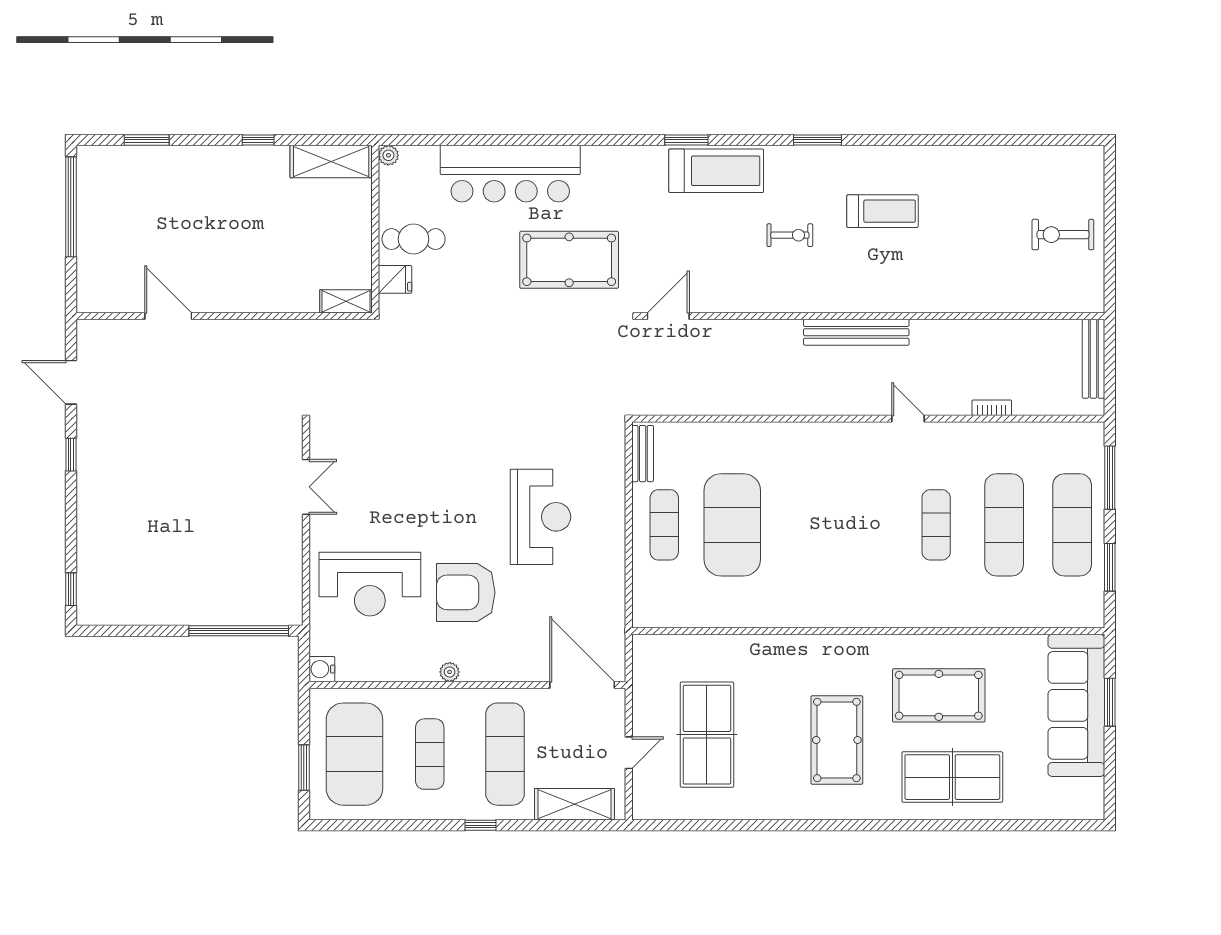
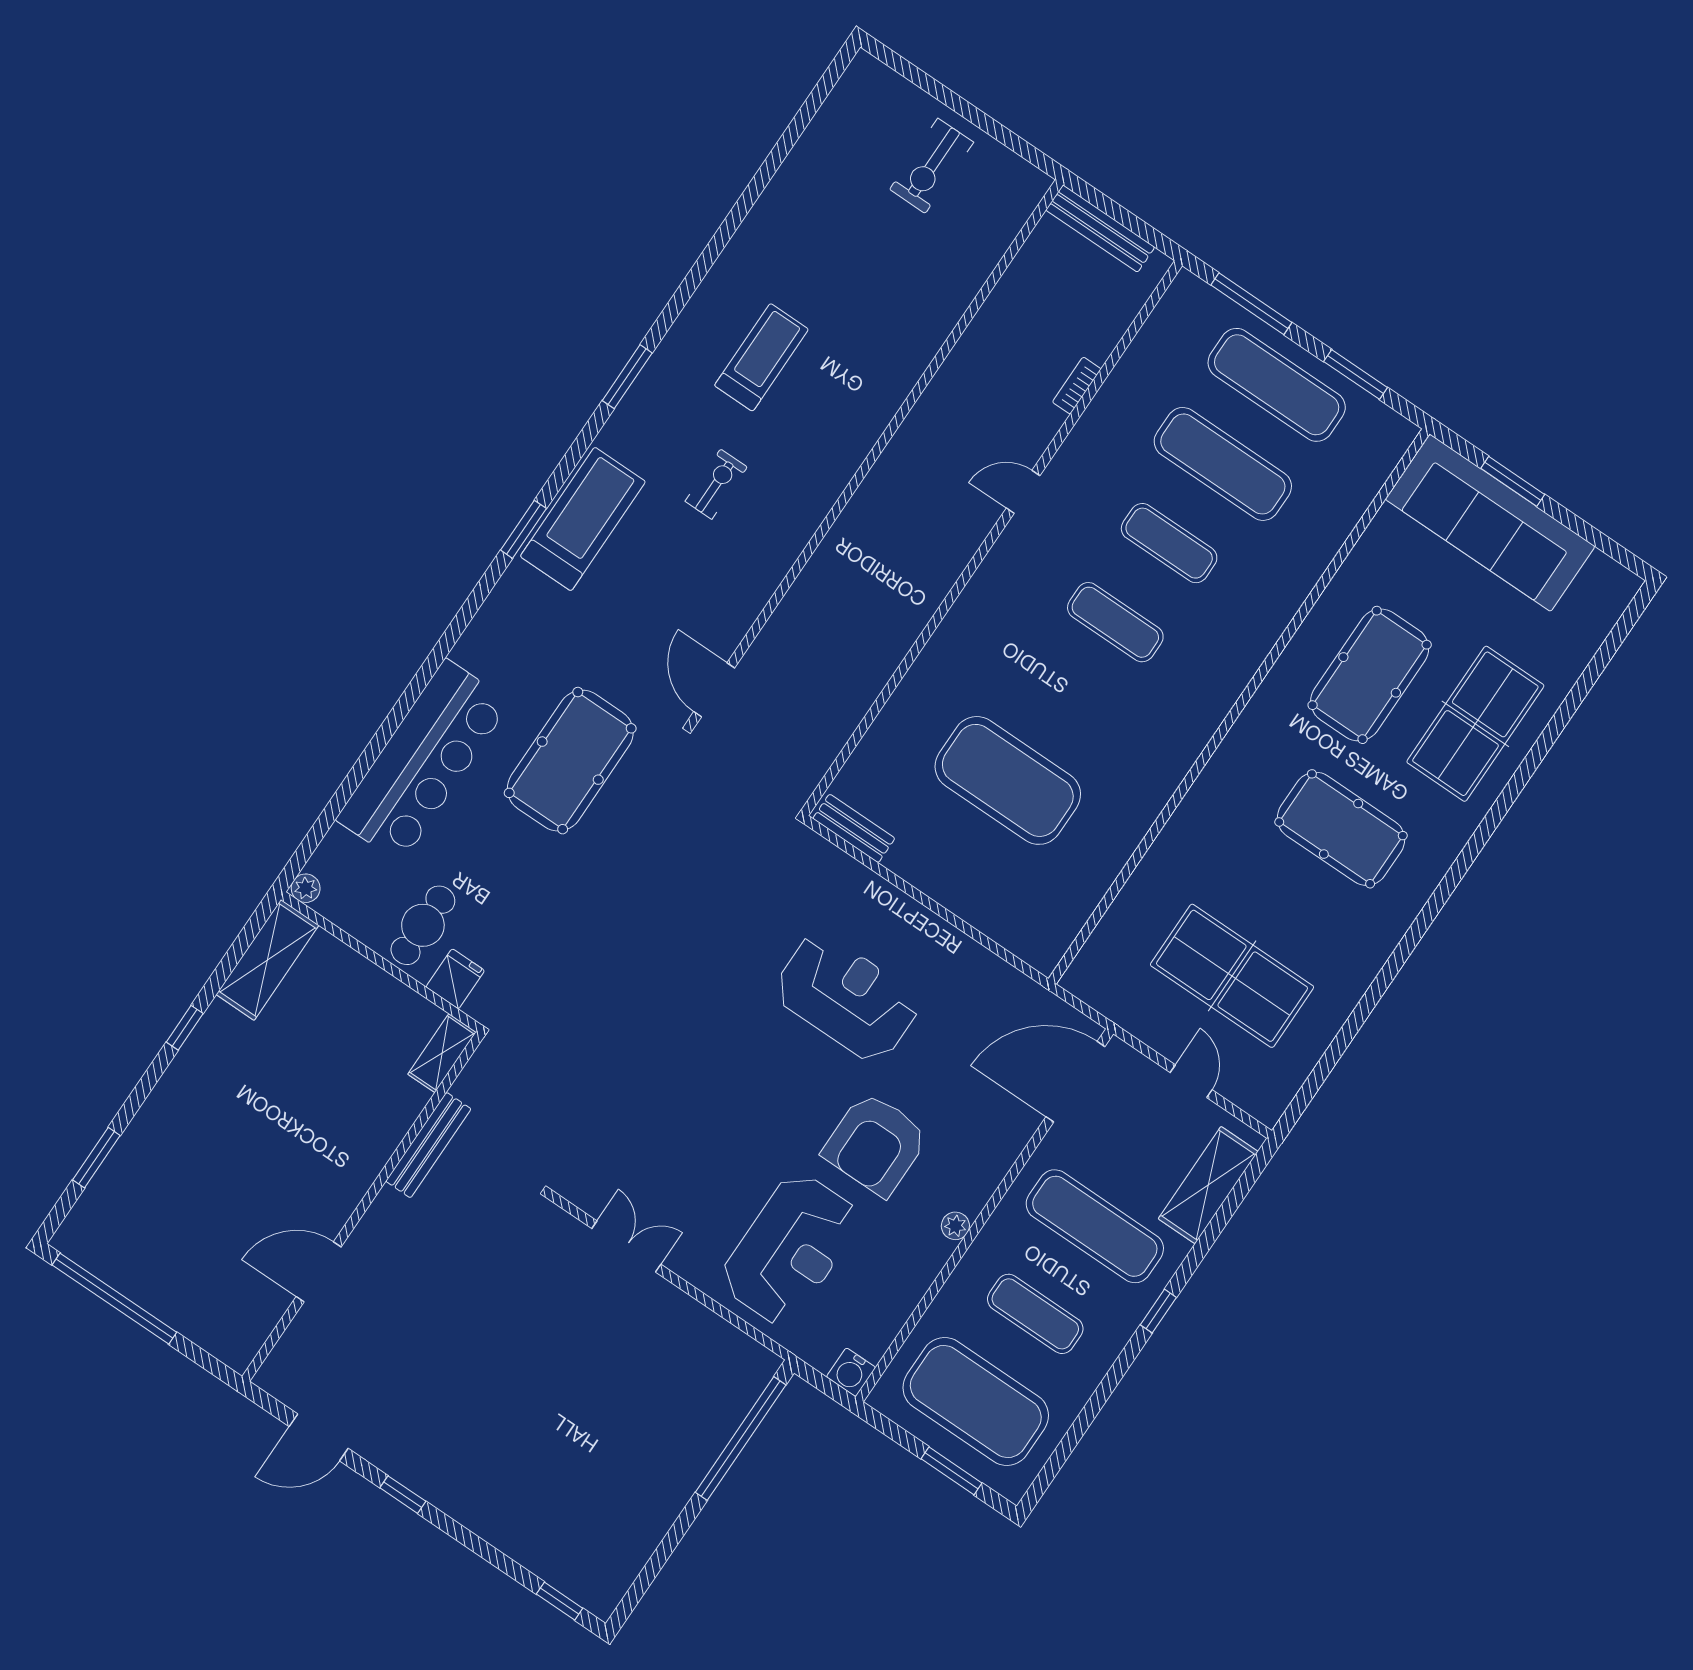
bench: (856, 332) -> (428, 1145), moved, width x0.73, depth x0.82
exercise mat: (664, 525) -> (1115, 622), moved

